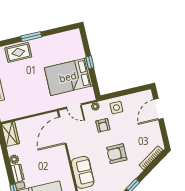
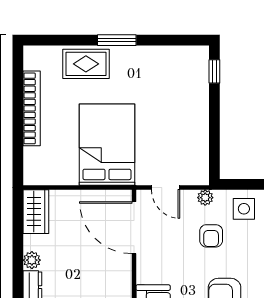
window: (90, 62) -> (214, 71), moved
bed: (68, 77) -> (107, 145), moved, turned 90
door: (62, 130) -> (134, 228), hinge flipped

